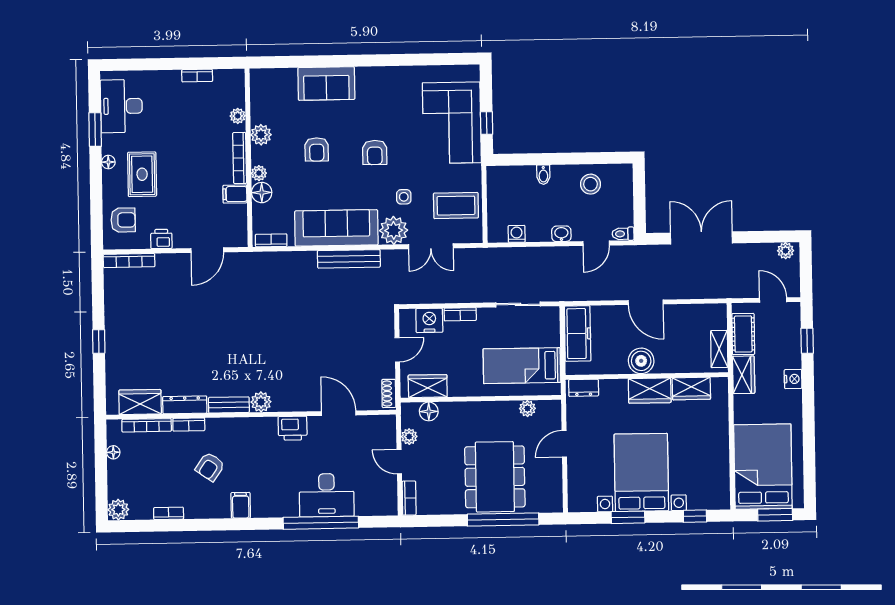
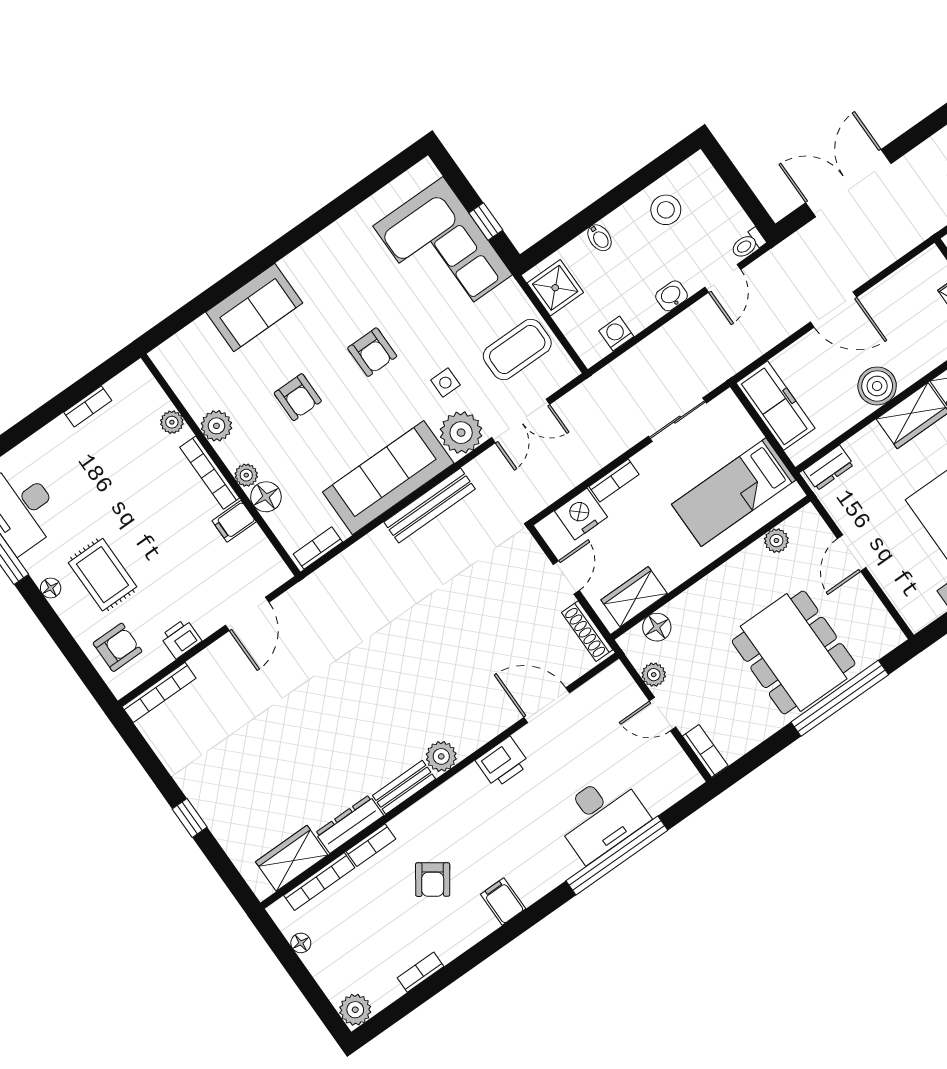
shower: (500, 186) -> (555, 288), added
shoe rack: (389, 393) -> (587, 631), width x1.43

